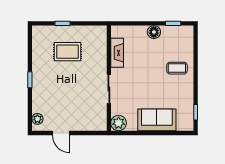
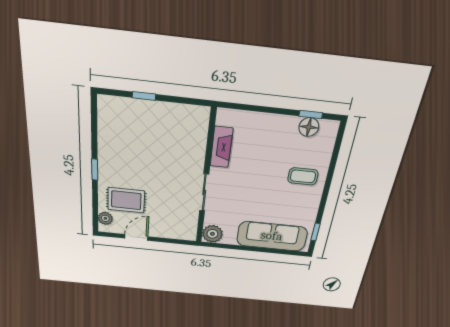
floor lamp: (154, 32) -> (309, 127), moved
rug: (67, 52) -> (126, 200), moved
sofa: (157, 120) -> (272, 236), width x1.36
door: (61, 133) -> (136, 237), swing flipped

